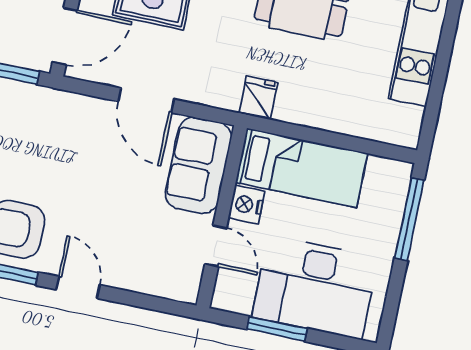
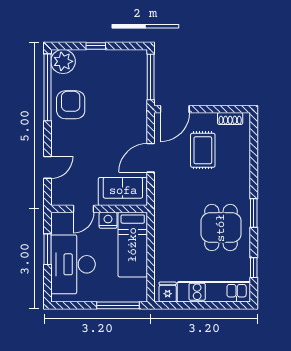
door: (65, 36) -> (175, 109), hinge flipped
fridge: (258, 98) -> (168, 292), moved, turned -90
door: (78, 287) -> (48, 167), moved

